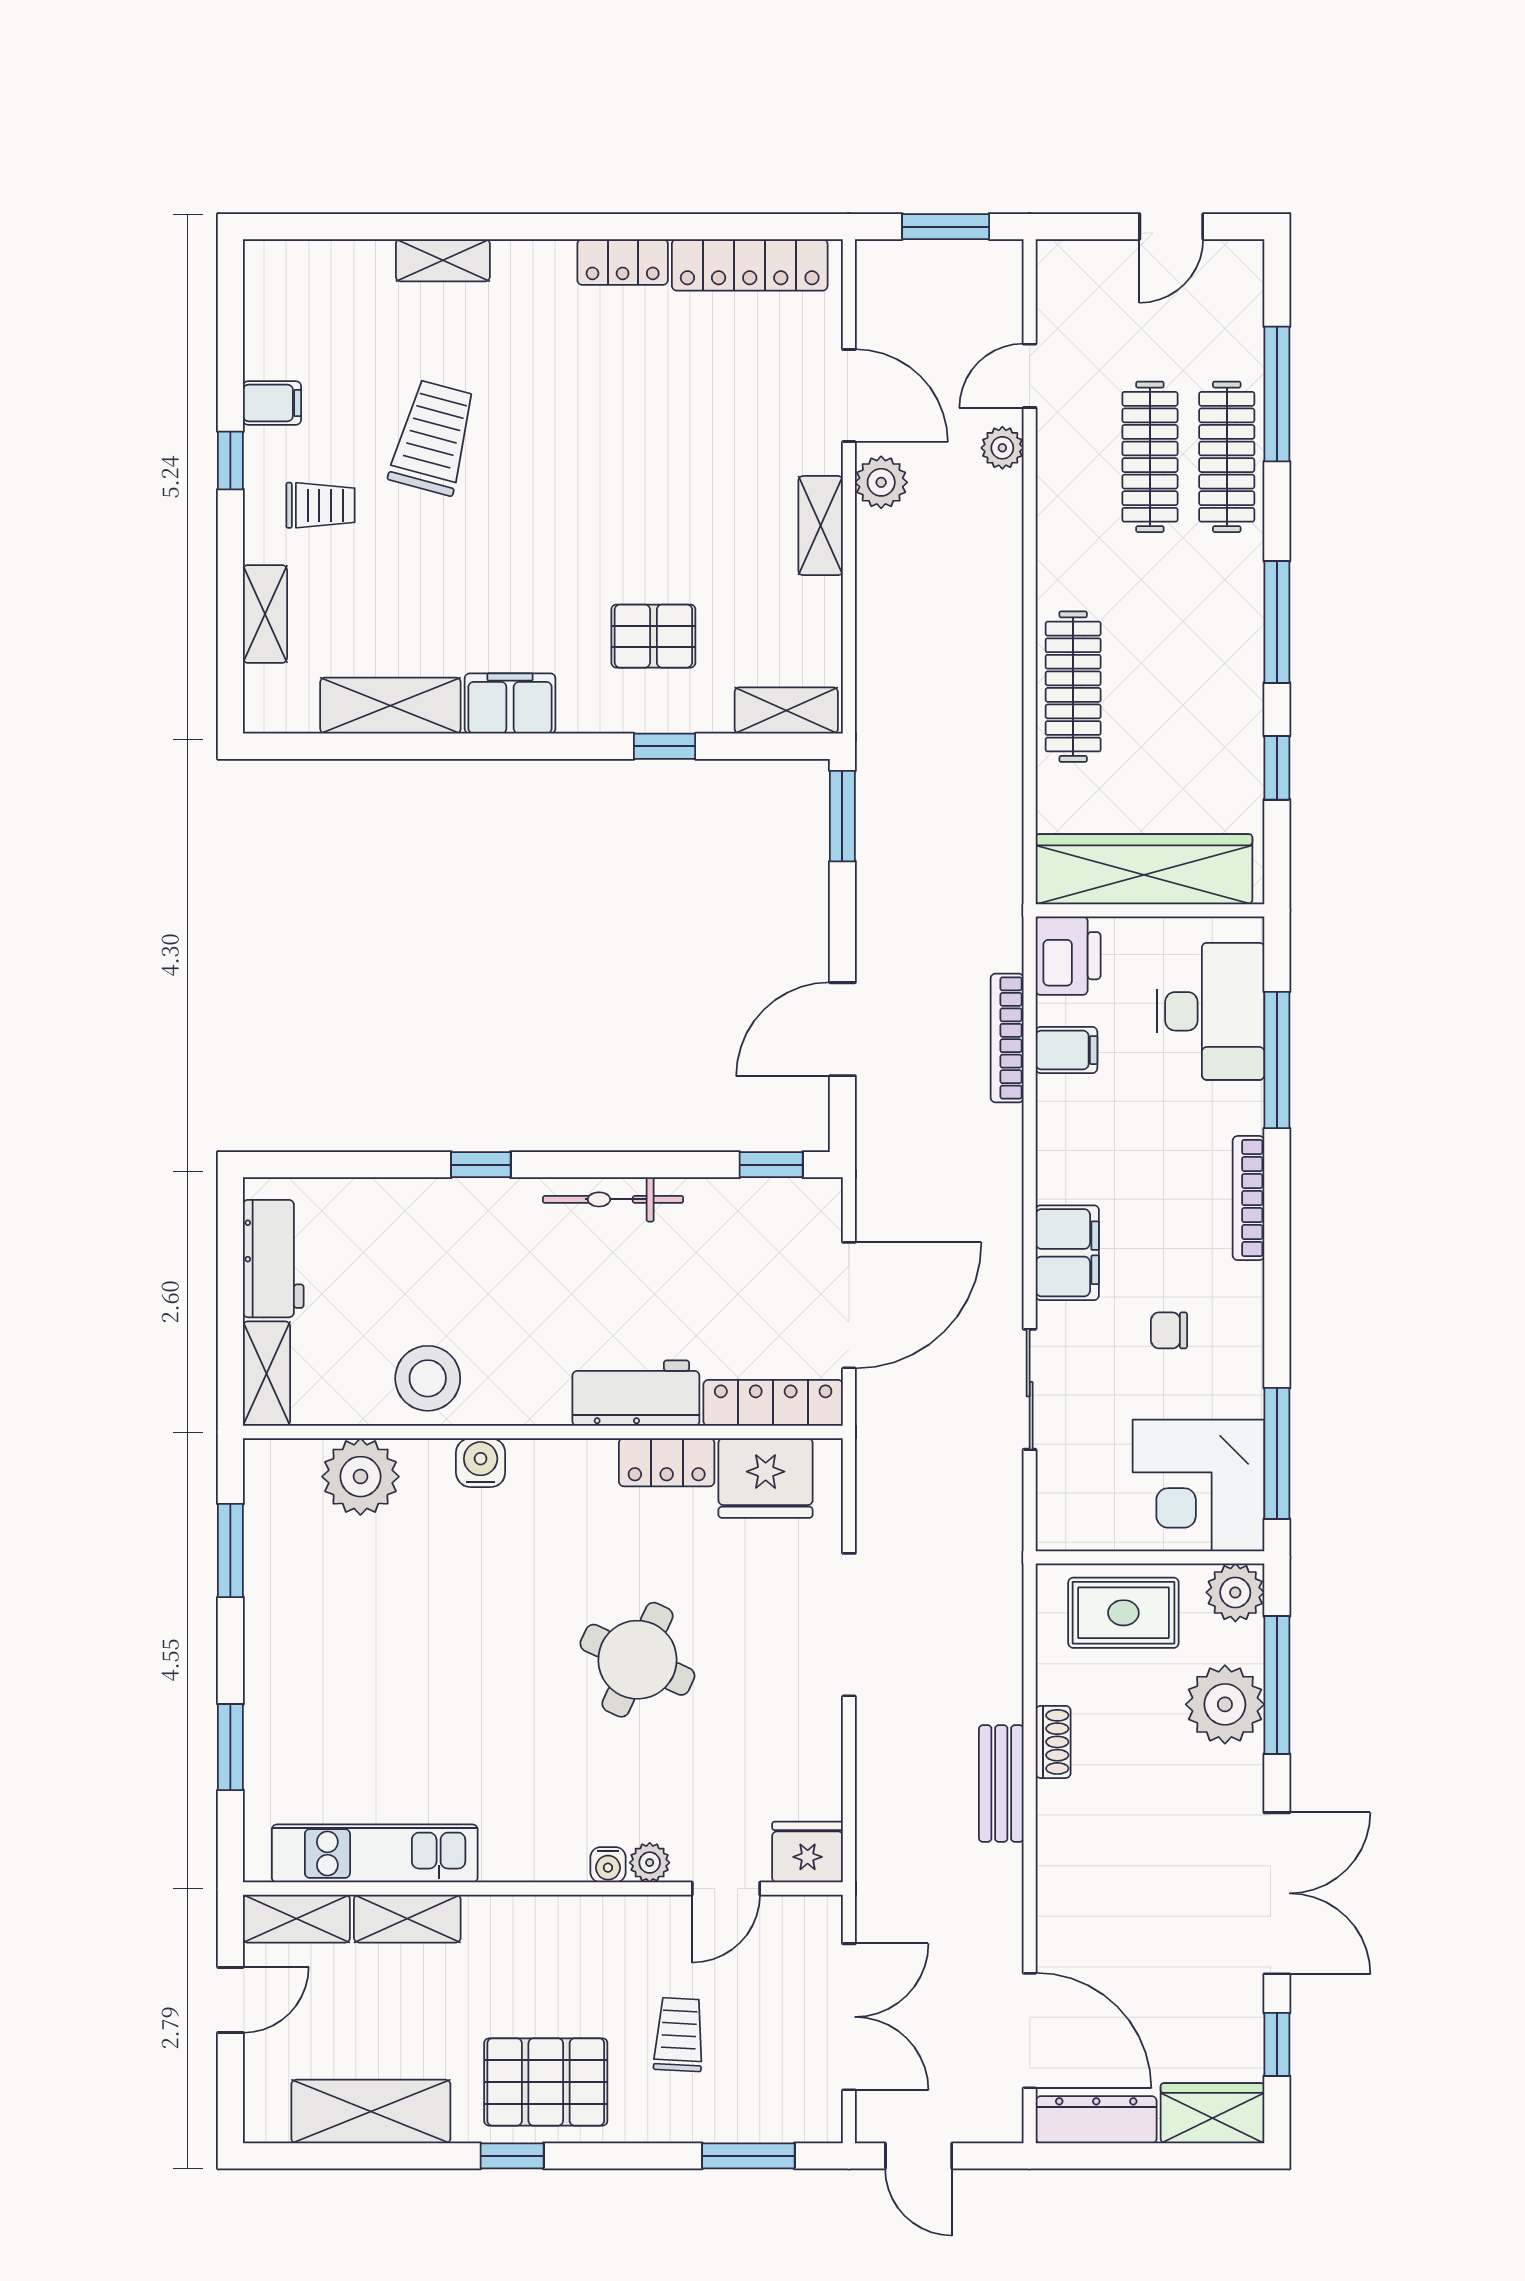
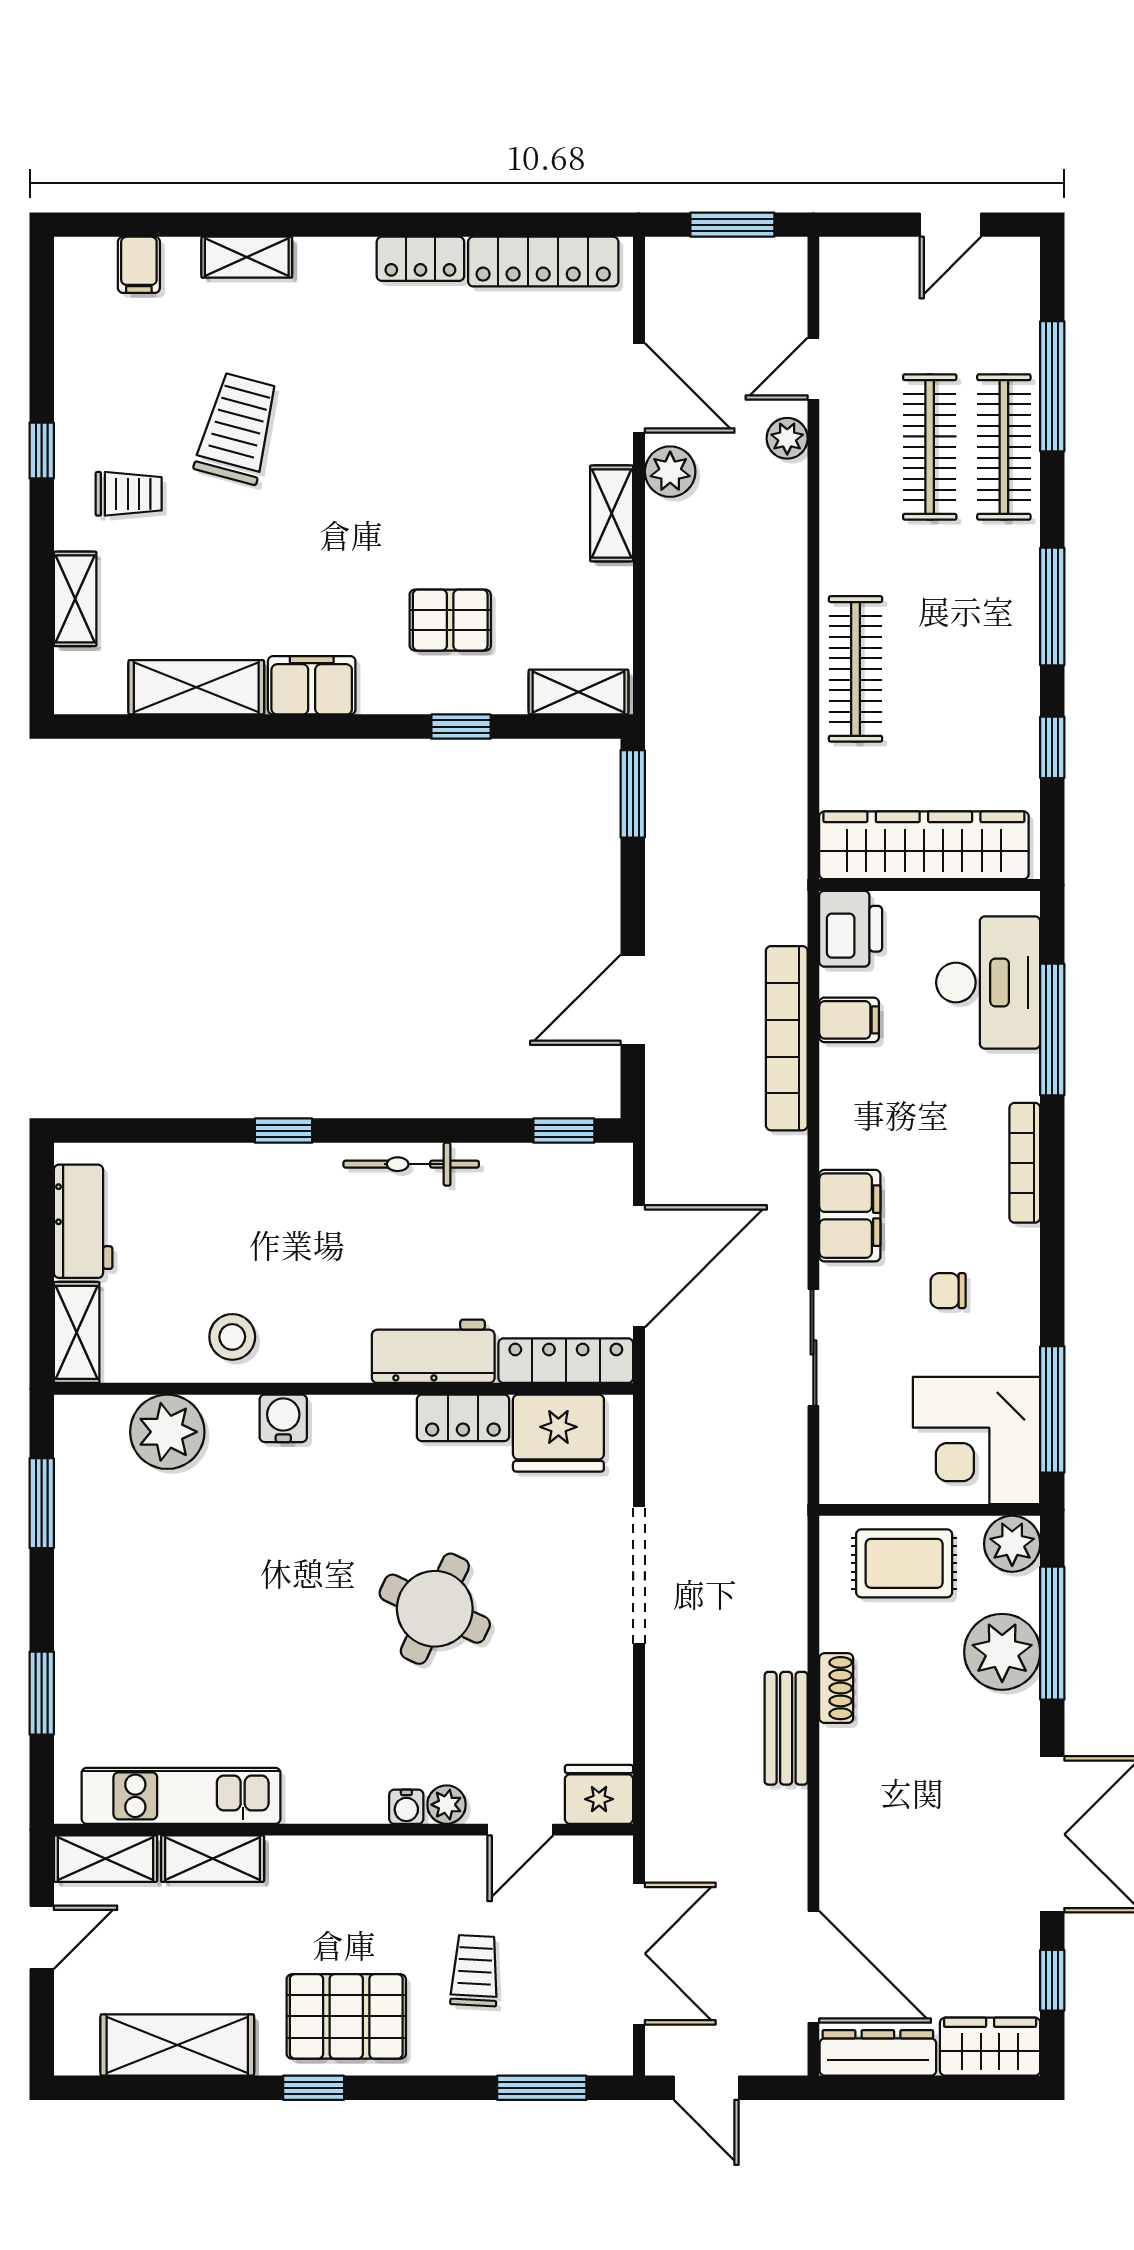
filing cabinet: (272, 403) -> (139, 265), moved, turned 90
bookcase: (1007, 1038) -> (787, 1038), width x1.48, depth x1.31
stool: (428, 1378) -> (232, 1337), width x0.73, depth x0.73

